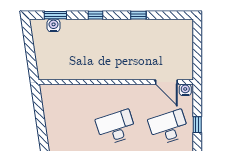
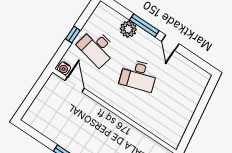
desk: (169, 127) -> (97, 48), turned 30

